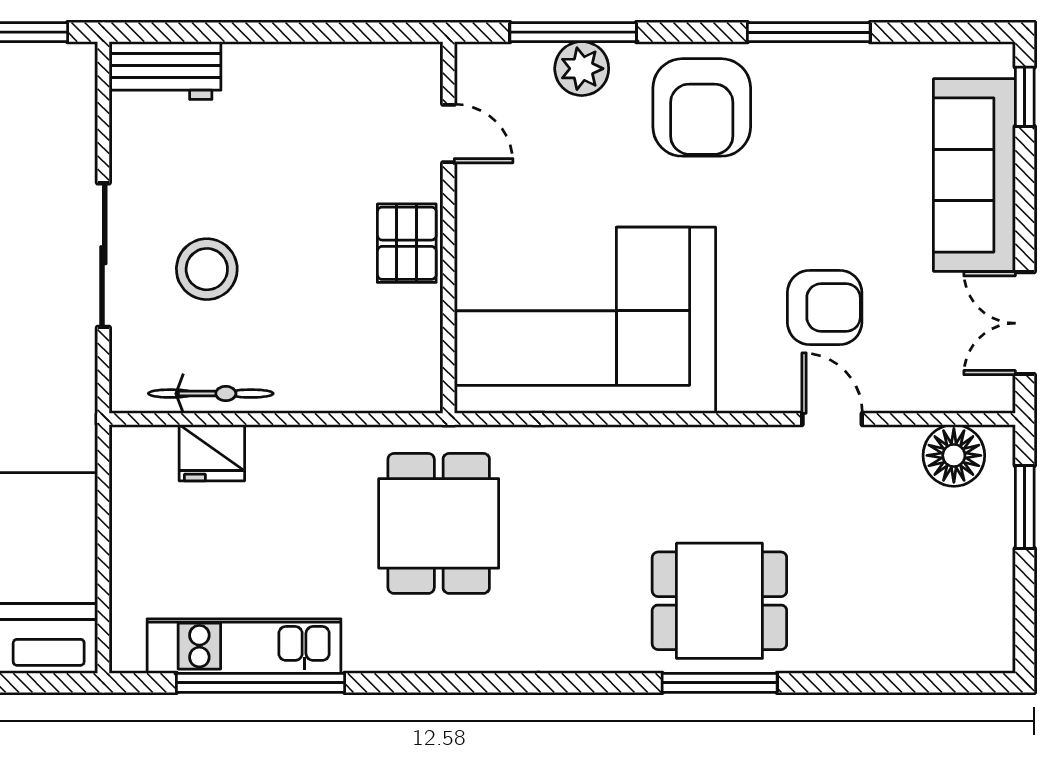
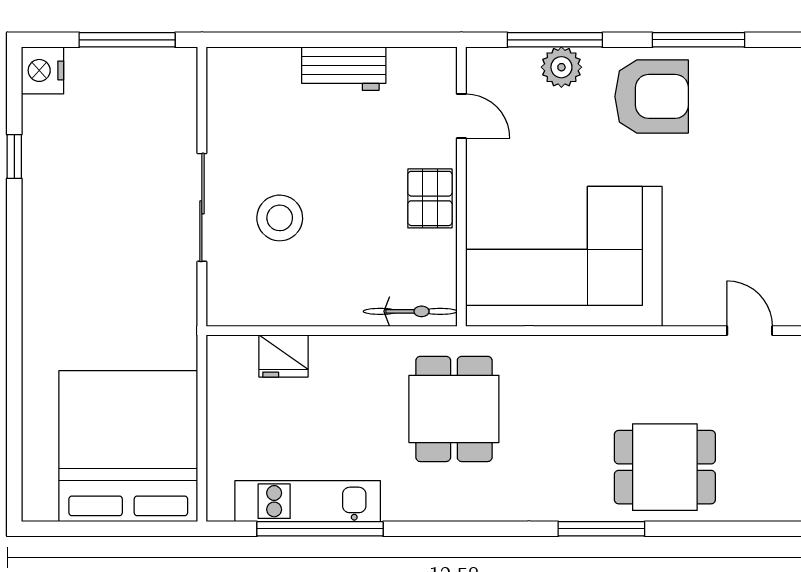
window: (809, 32) -> (699, 40), moved
workbench: (165, 70) -> (344, 69), moved
armchair: (702, 107) -> (652, 96), turned -90
armchair: (825, 307) -> (744, 247), removed
bicycle: (211, 394) -> (410, 311), moved
window: (720, 683) -> (601, 529), moved

